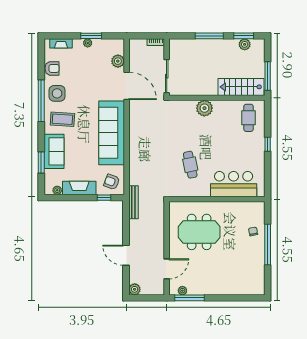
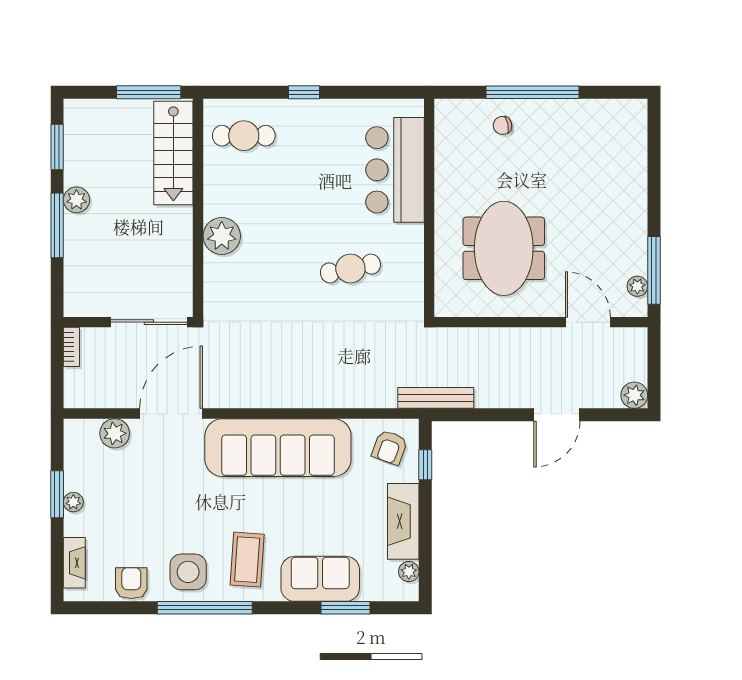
plant: (245, 44) -> (76, 200), moved

